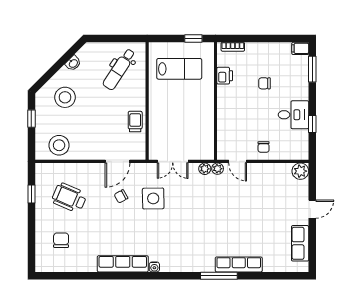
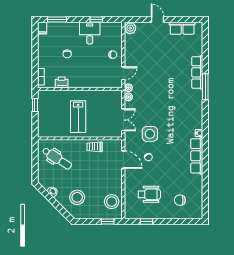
lab bench: (179, 69) -> (78, 117), moved, turned 180
window: (31, 119) -> (108, 221), moved
wheelchair: (69, 198) -> (149, 194), turned -113

